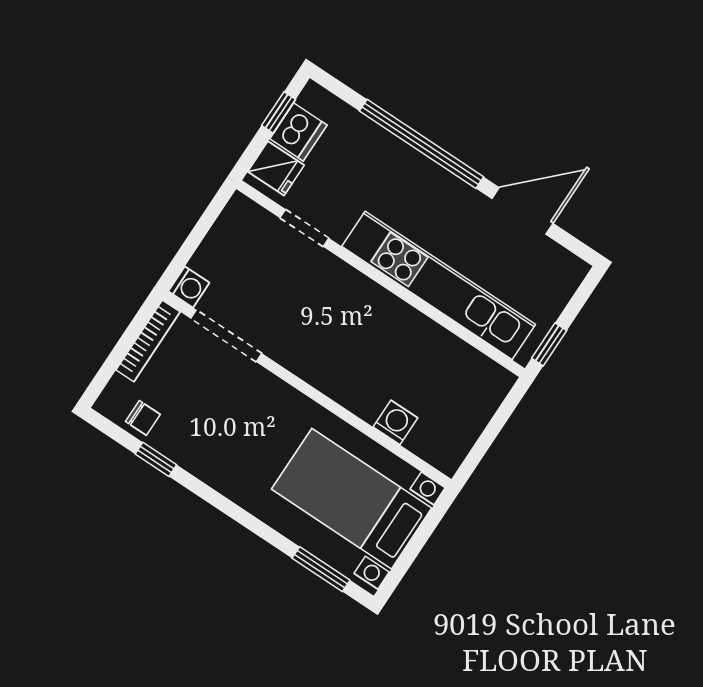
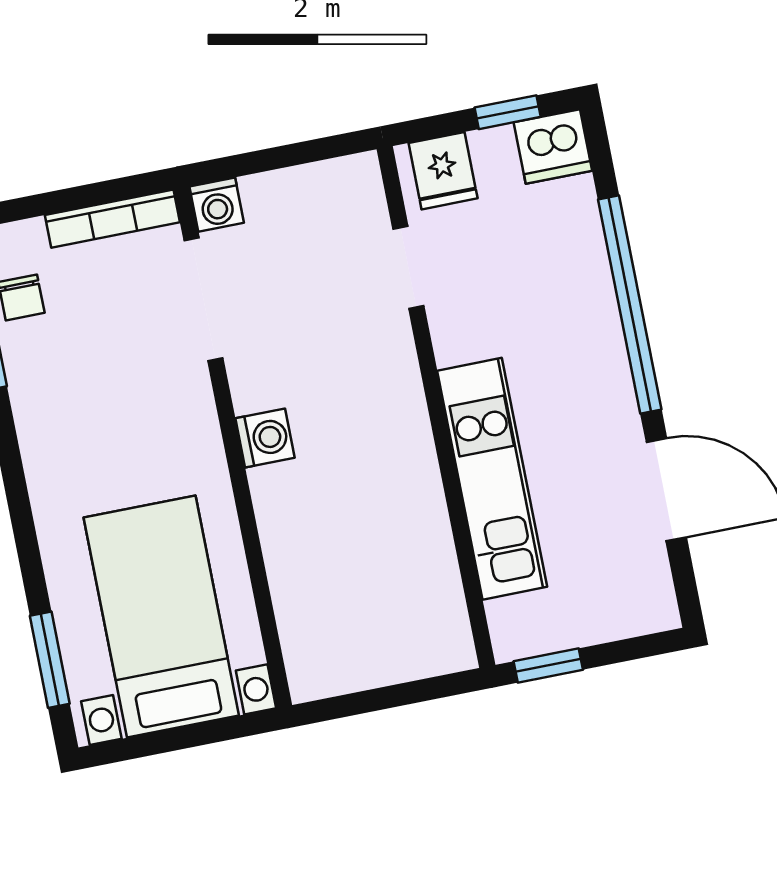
dishwasher: (298, 132) -> (553, 146), moved
kitchen unit: (439, 285) -> (492, 479), width x0.73
washing machine: (395, 423) -> (265, 438), moved

